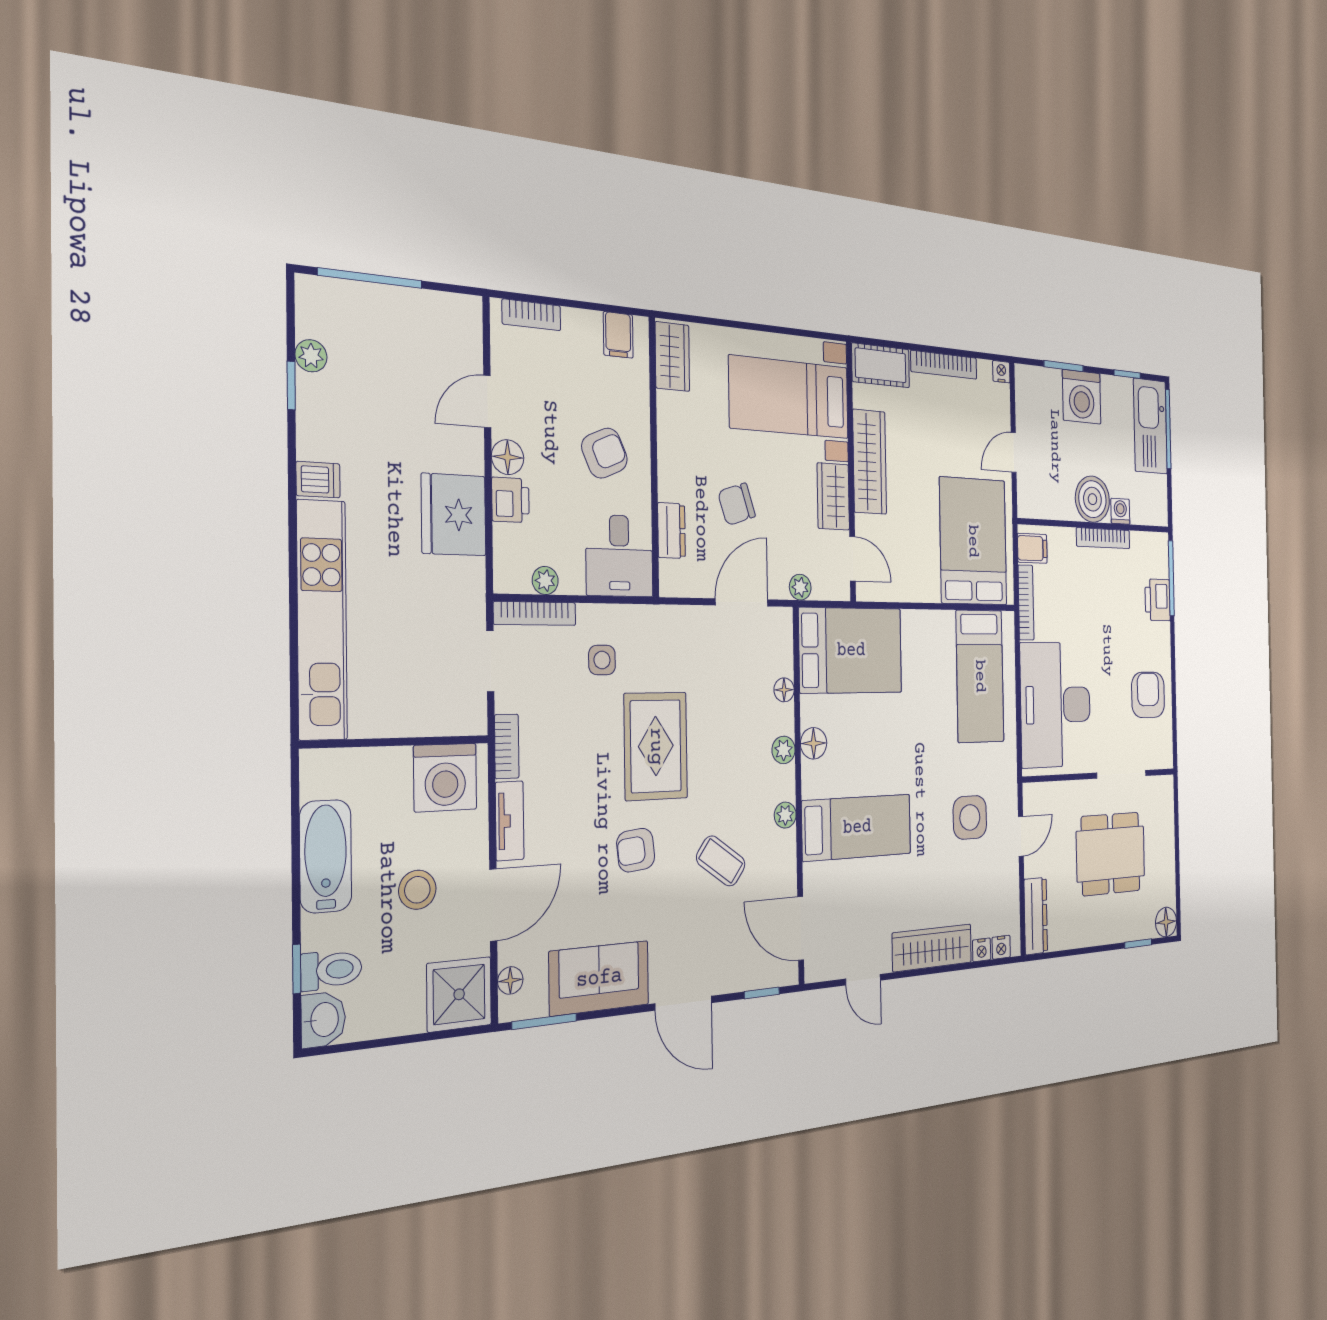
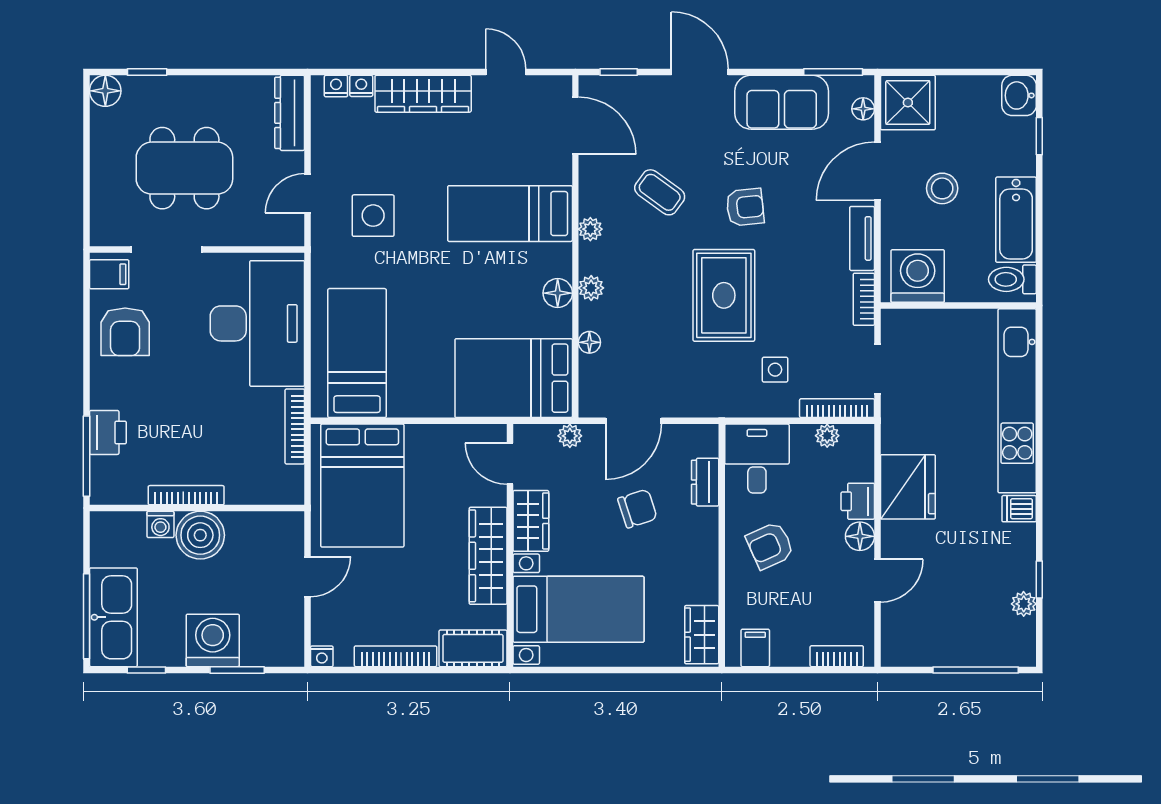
filing cabinet: (1032, 548) -> (109, 274), moved, turned 180
toilet: (331, 970) -> (1012, 279), moved

